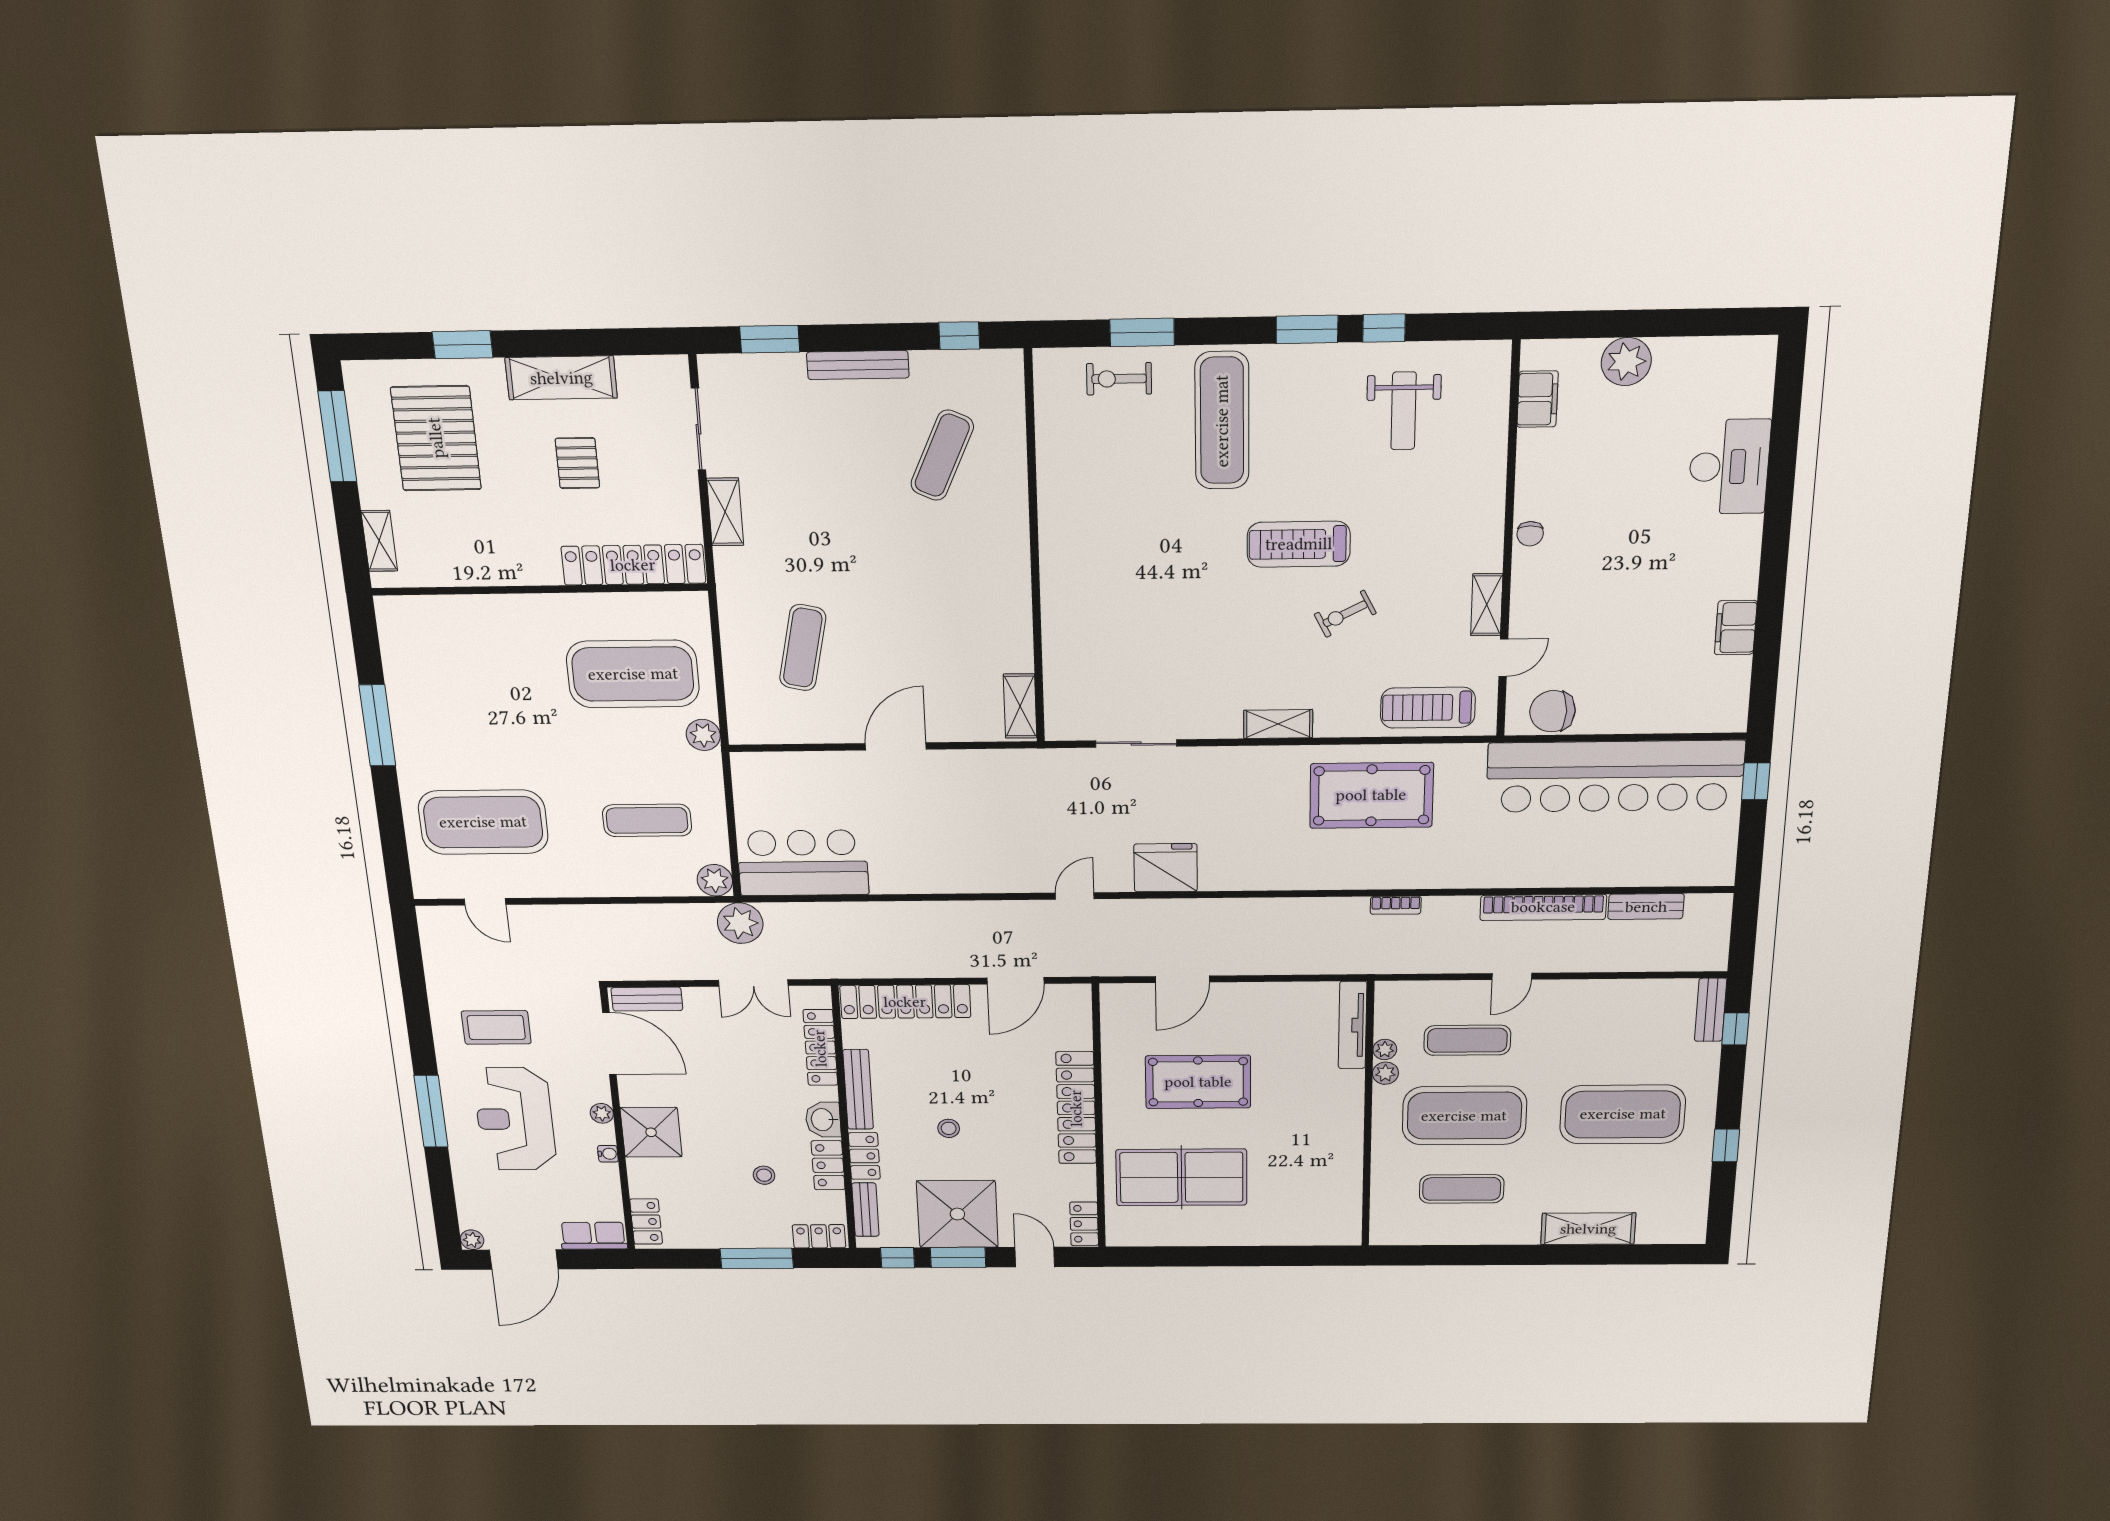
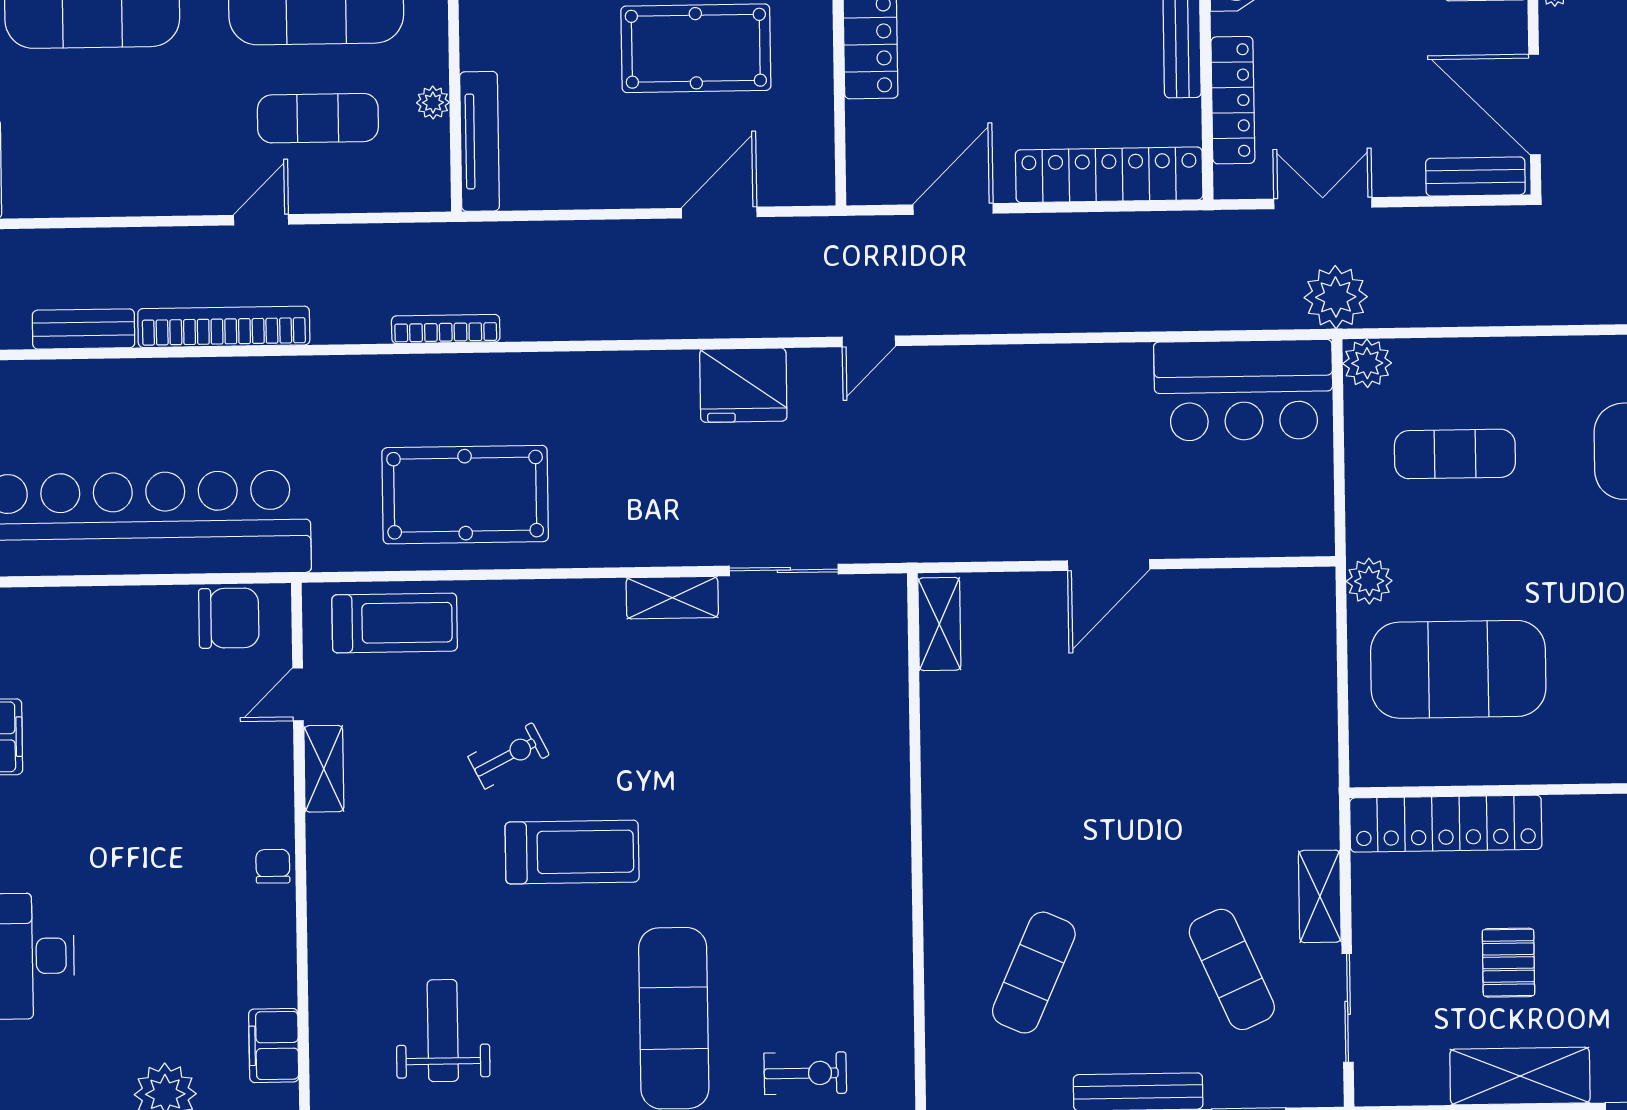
exercise mat: (803, 648) -> (1232, 969), moved, turned -36
shelving: (1278, 724) -> (672, 598), moved
bookcase: (1396, 905) -> (446, 329), width x1.56
plant: (1385, 1073) -> (431, 64), removed

